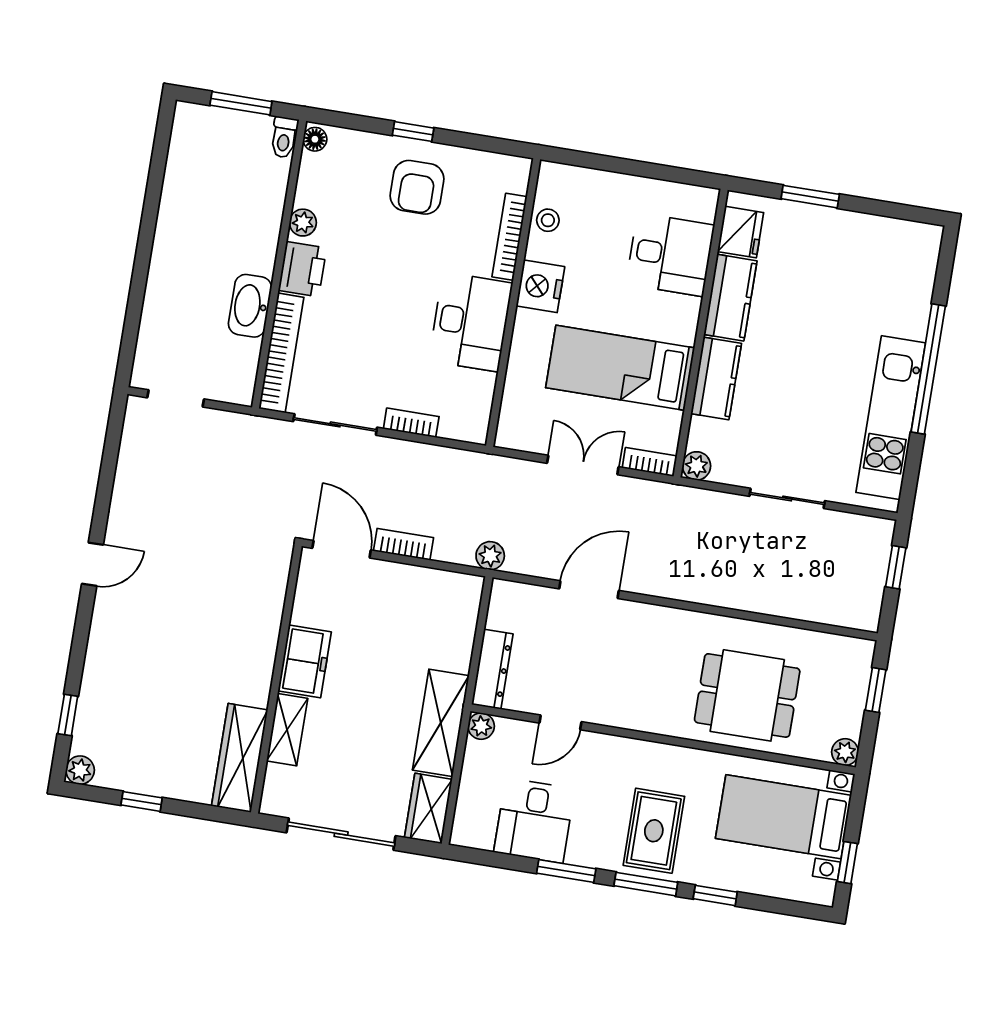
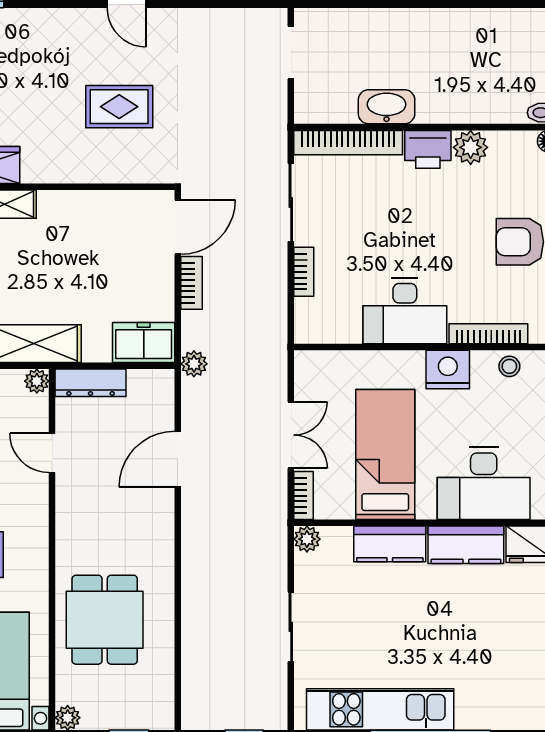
plant: (303, 223) -> (471, 147), width x1.38, depth x1.38
desk: (670, 255) -> (484, 483), width x1.37
door: (589, 590) -> (178, 459), swing flipped
rug: (203, 591) -> (119, 107), added
freezer: (305, 661) -> (144, 343), moved, turned 180

